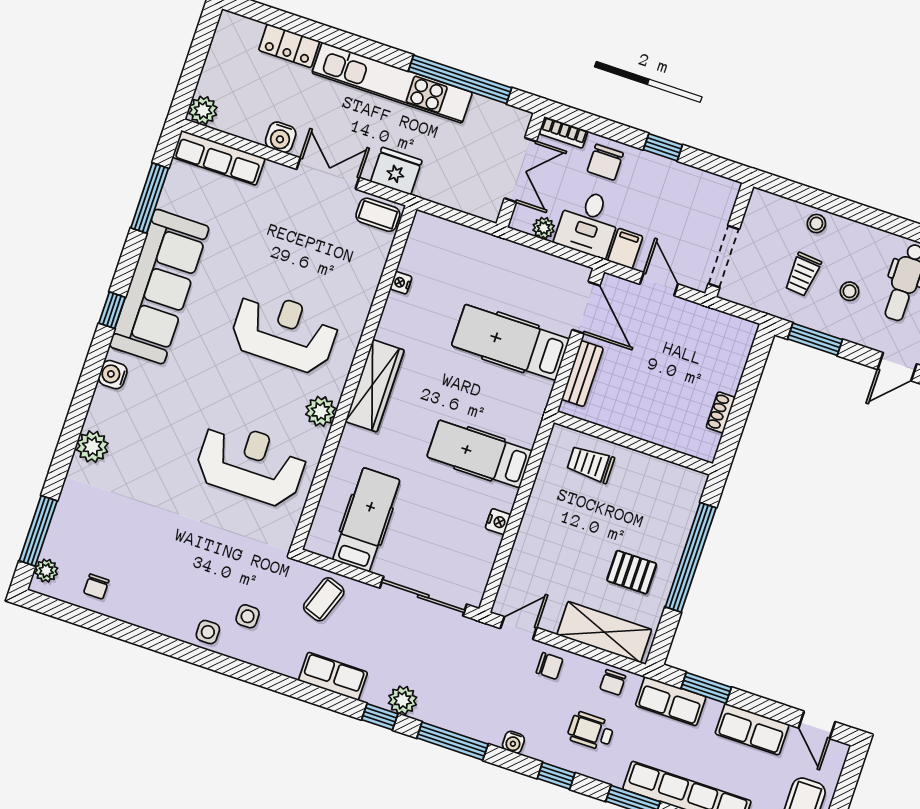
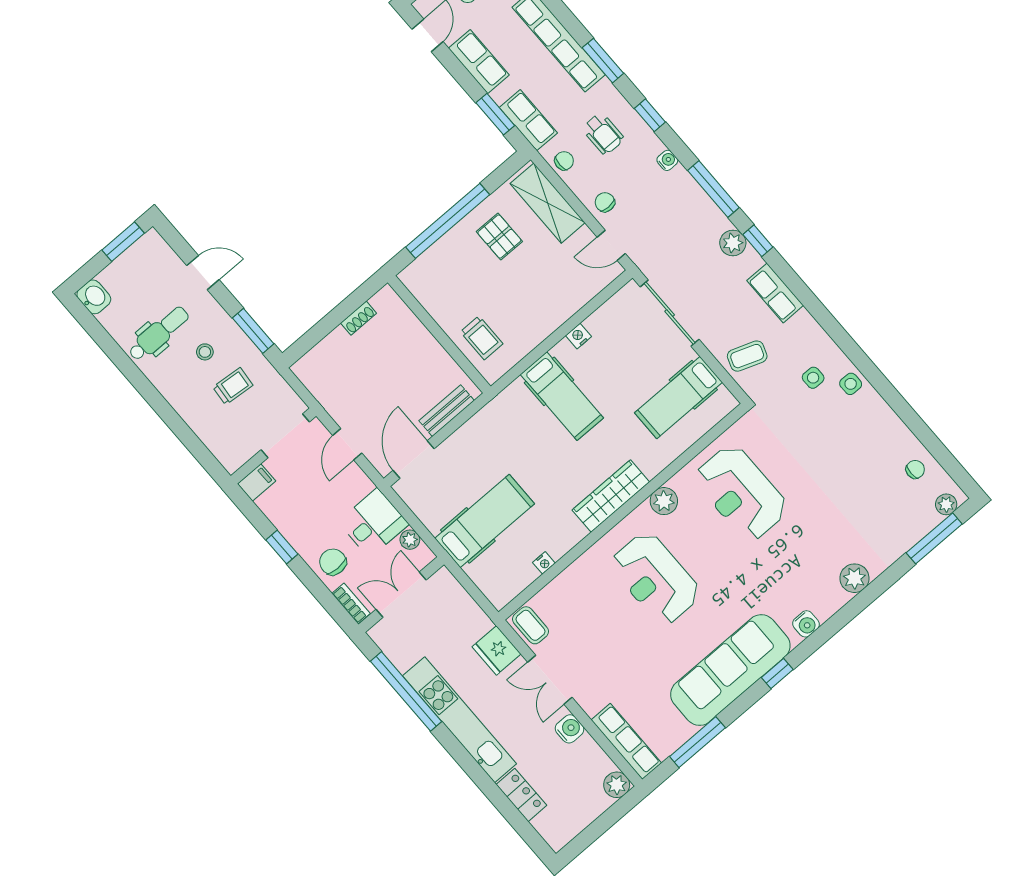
chair: (605, 162) -> (333, 562), turned -90
stool: (816, 224) -> (199, 419), removed
filing cabinet: (625, 249) -> (257, 482), moved, turned 180
hospital bed: (510, 342) -> (485, 521), moved, turned -90

